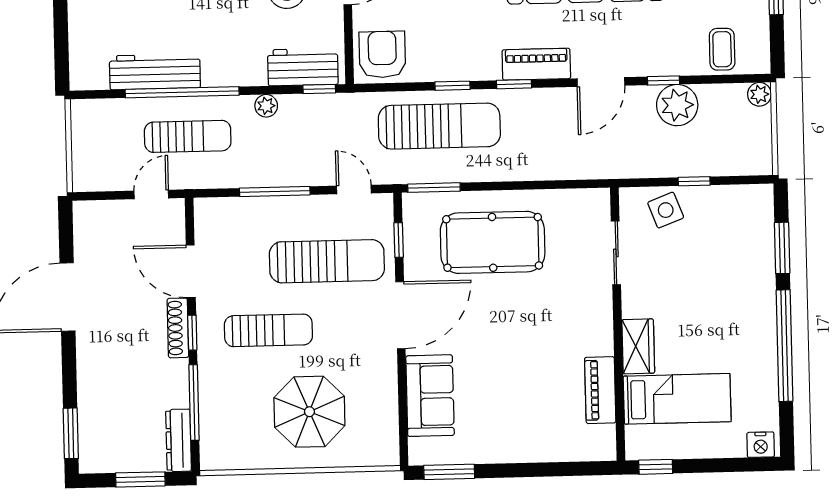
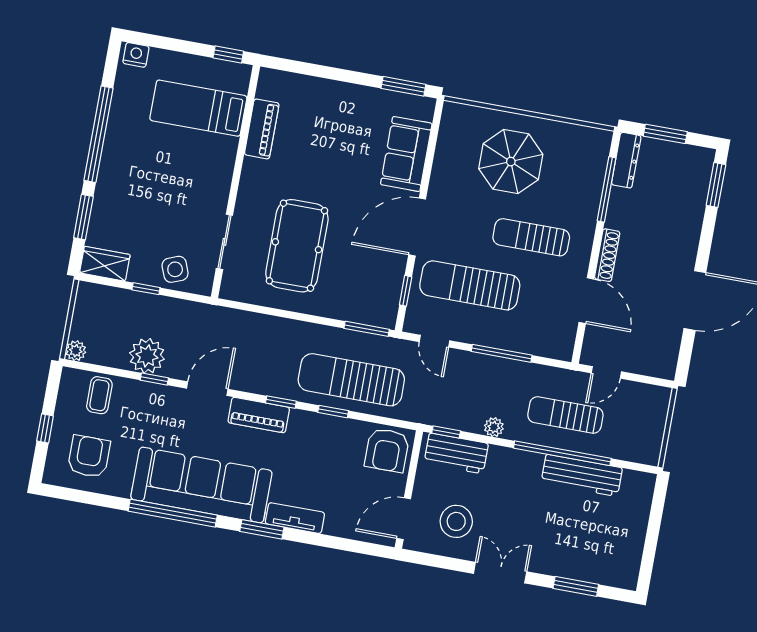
pool table: (493, 242) -> (297, 246), moved, turned 90
window: (192, 333) -> (596, 249), removed
wardrobe: (638, 346) -> (105, 264), moved, turned 90

